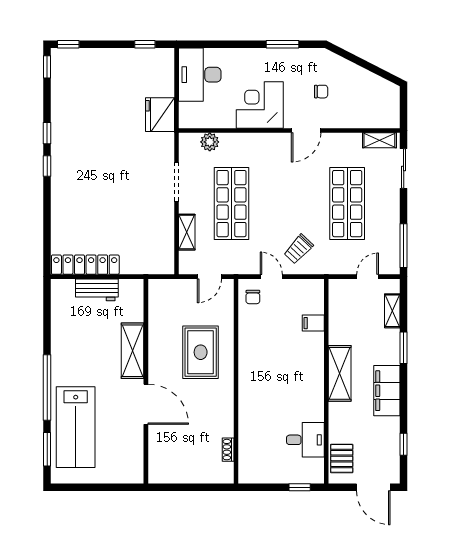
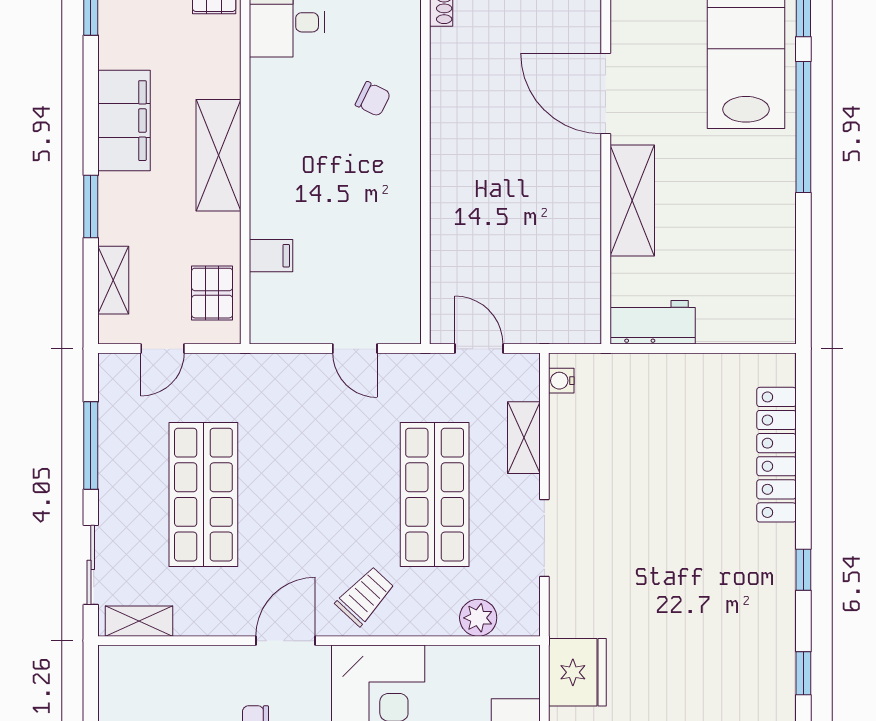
window: (47, 133) -> (803, 673), moved
window: (404, 246) -> (91, 446), moved
trolley: (298, 249) -> (365, 596), moved
water cooler: (168, 261) -> (561, 381), added
locker: (85, 265) -> (776, 455), moved, turned 90
door: (209, 277) -> (479, 349), hinge flipped
workbench: (97, 290) -> (653, 322), moved
chair: (253, 297) -> (373, 99), moved, turned 116
pallet: (343, 304) -> (212, 293), added
rug: (201, 352) -> (496, 197), removed

